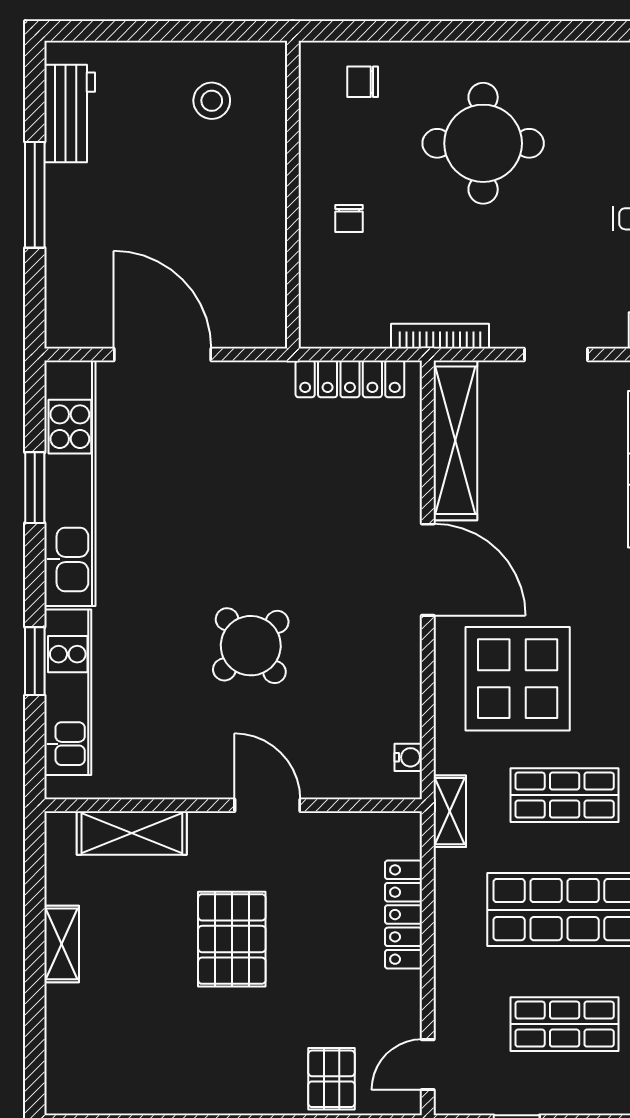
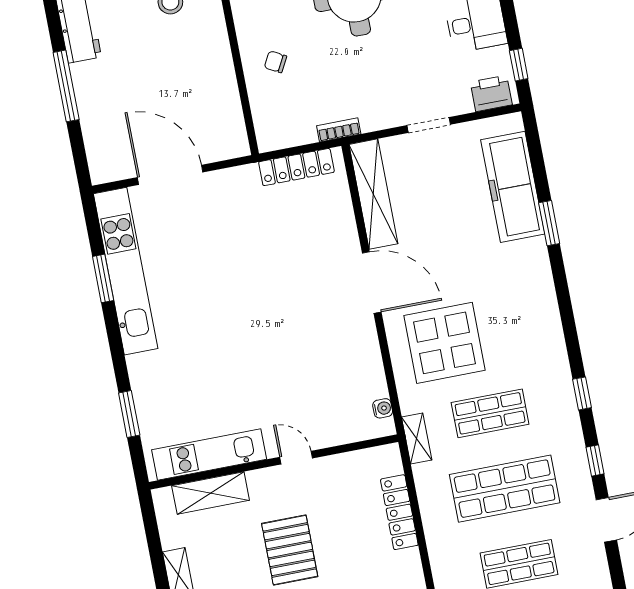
chair: (349, 218) -> (275, 62), turned 118
bookcase: (440, 336) -> (339, 130), width x0.64
round table: (251, 646) -> (265, 355), removed
window: (35, 661) -> (129, 414), moved
kitchen unit: (68, 692) -> (209, 455), moved, turned -90
door: (267, 805) -> (296, 458), width x0.73

